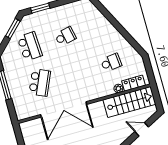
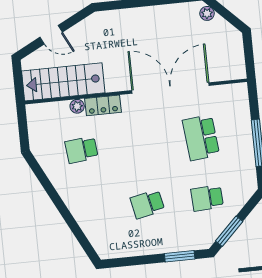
school desk: (30, 46) -> (207, 198), width x0.54
school desk: (40, 82) -> (201, 138), turned -30
locker: (133, 83) -> (103, 105), moved

